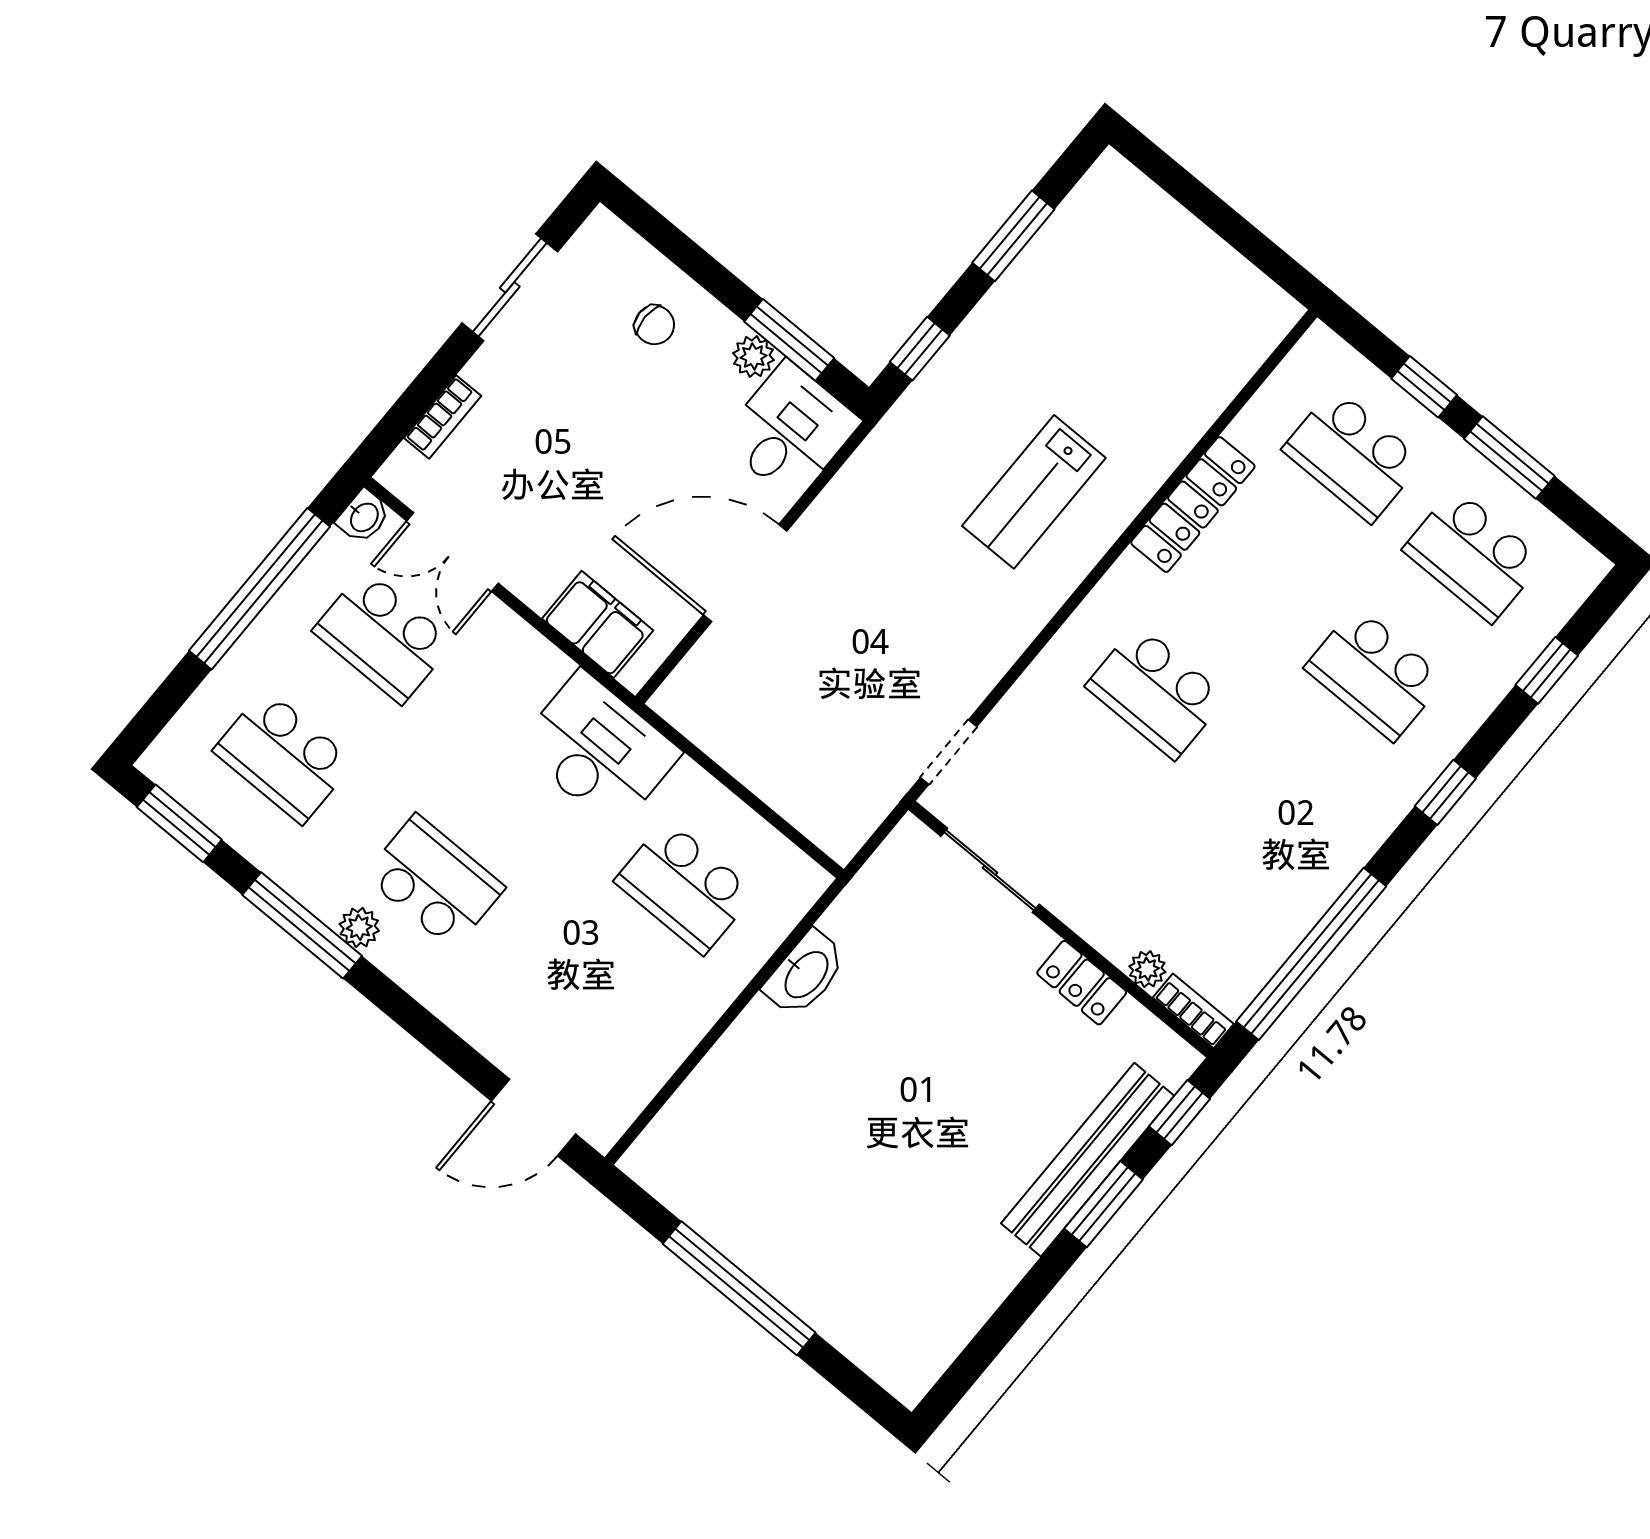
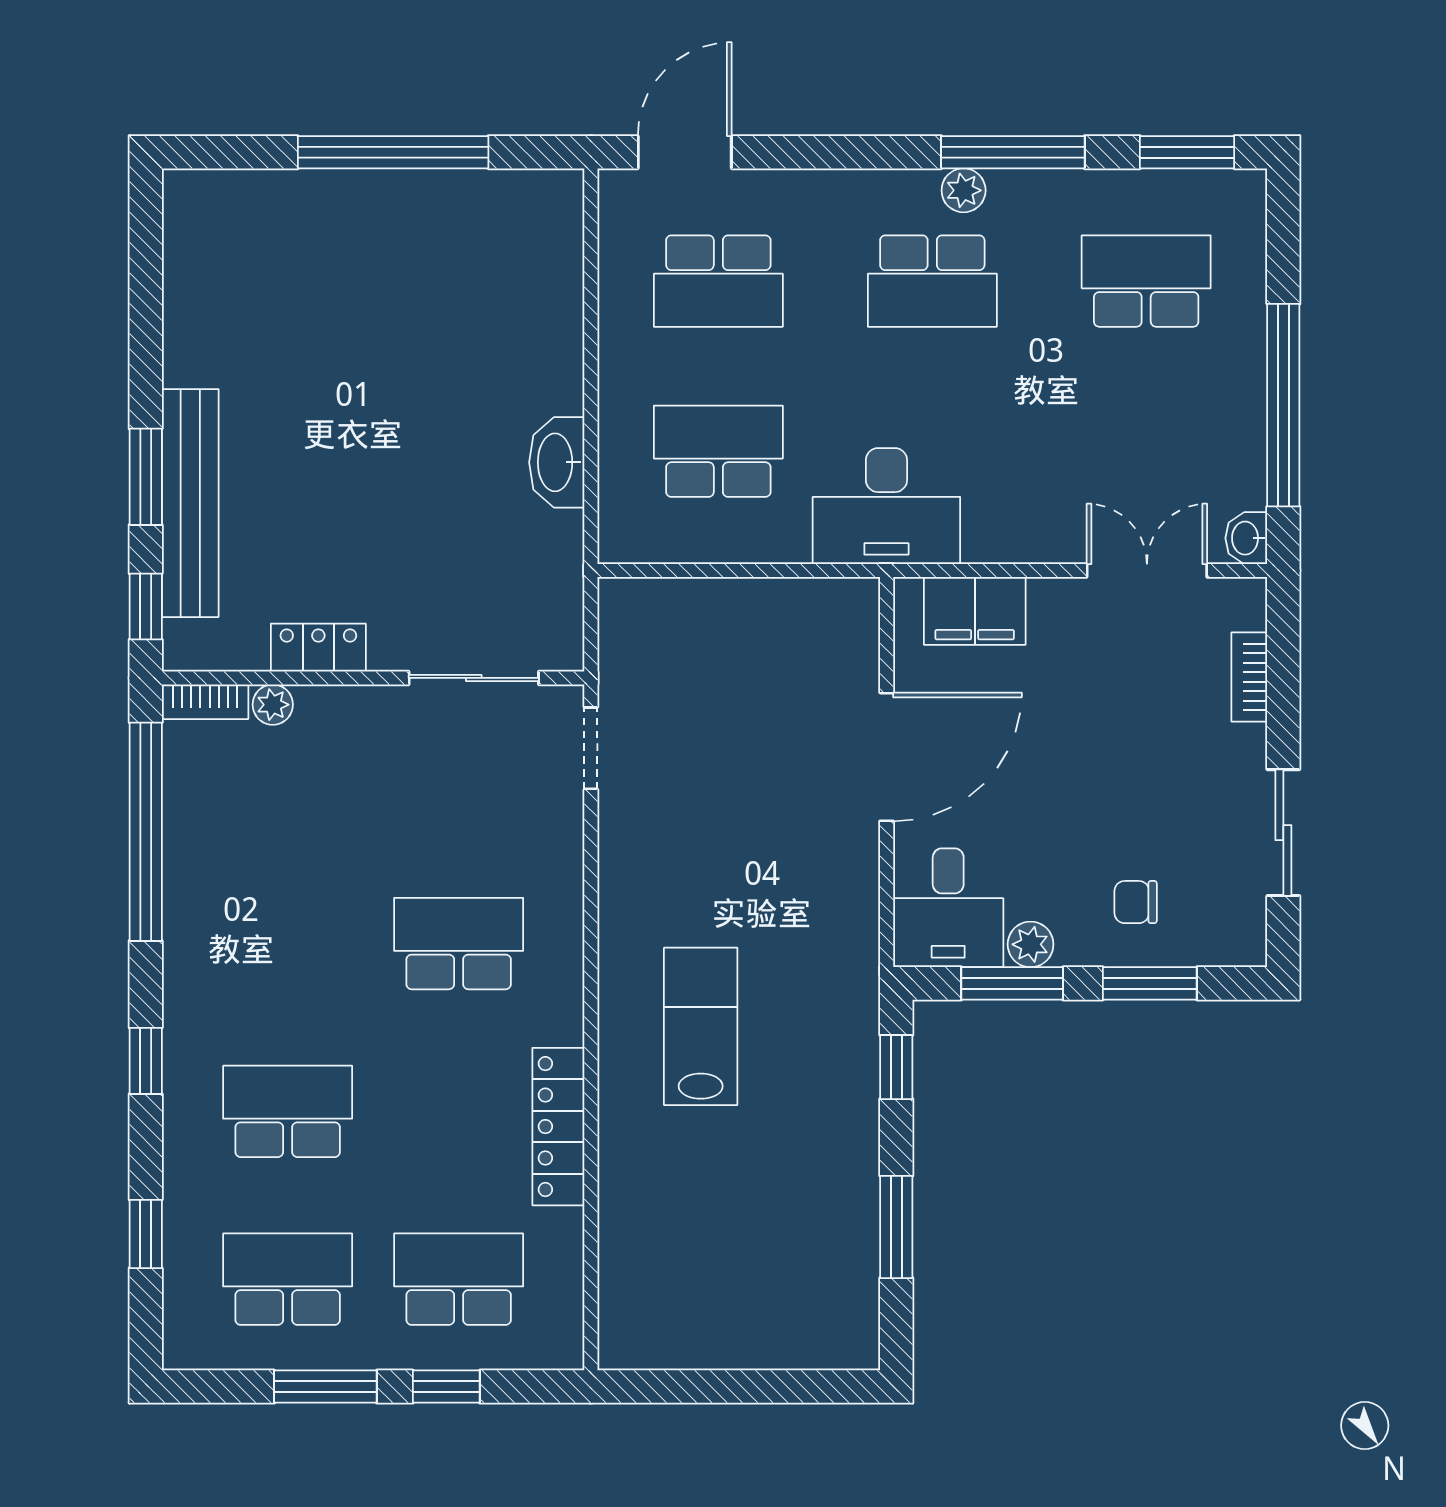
window: (692, 259) -> (1150, 983), added
school desk: (383, 636) -> (718, 281), moved, turned 180

